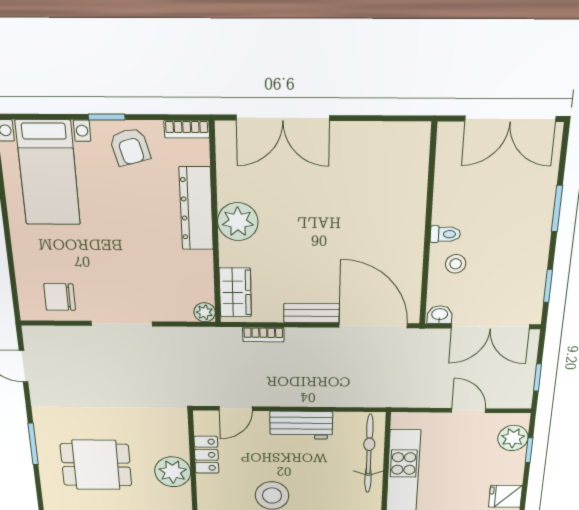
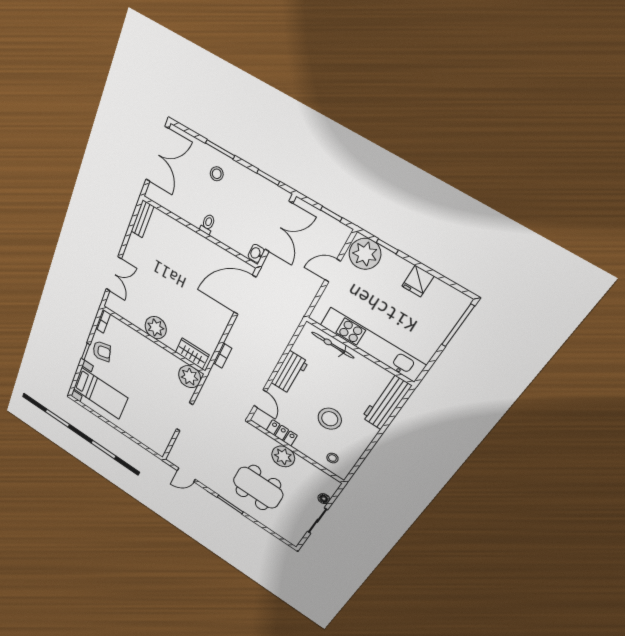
double door: (283, 118) -> (114, 274), width x0.73
dresser: (196, 209) -> (141, 343), removed
stool: (456, 264) -> (217, 174), moved
chair: (60, 297) -> (159, 433), removed
plant: (205, 312) -> (190, 377), width x1.88, depth x1.88
bench: (312, 313) -> (142, 219), moved
plant: (513, 438) -> (365, 254), width x1.36, depth x1.36
bicycle: (369, 454) -> (333, 345), width x0.73, depth x0.71
dining table: (96, 465) -> (258, 488), width x1.37

